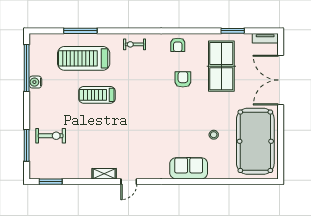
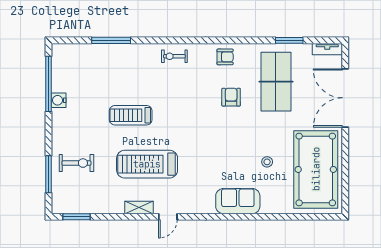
armchair: (178, 45) -> (225, 57), turned -90
treadmill: (84, 58) -> (147, 164), moved

